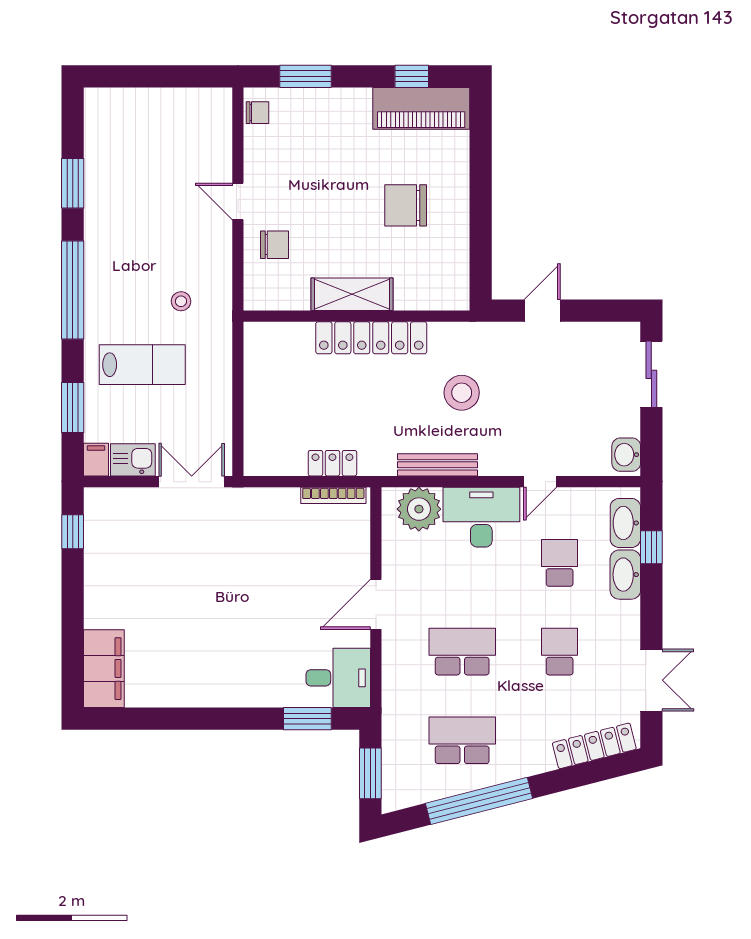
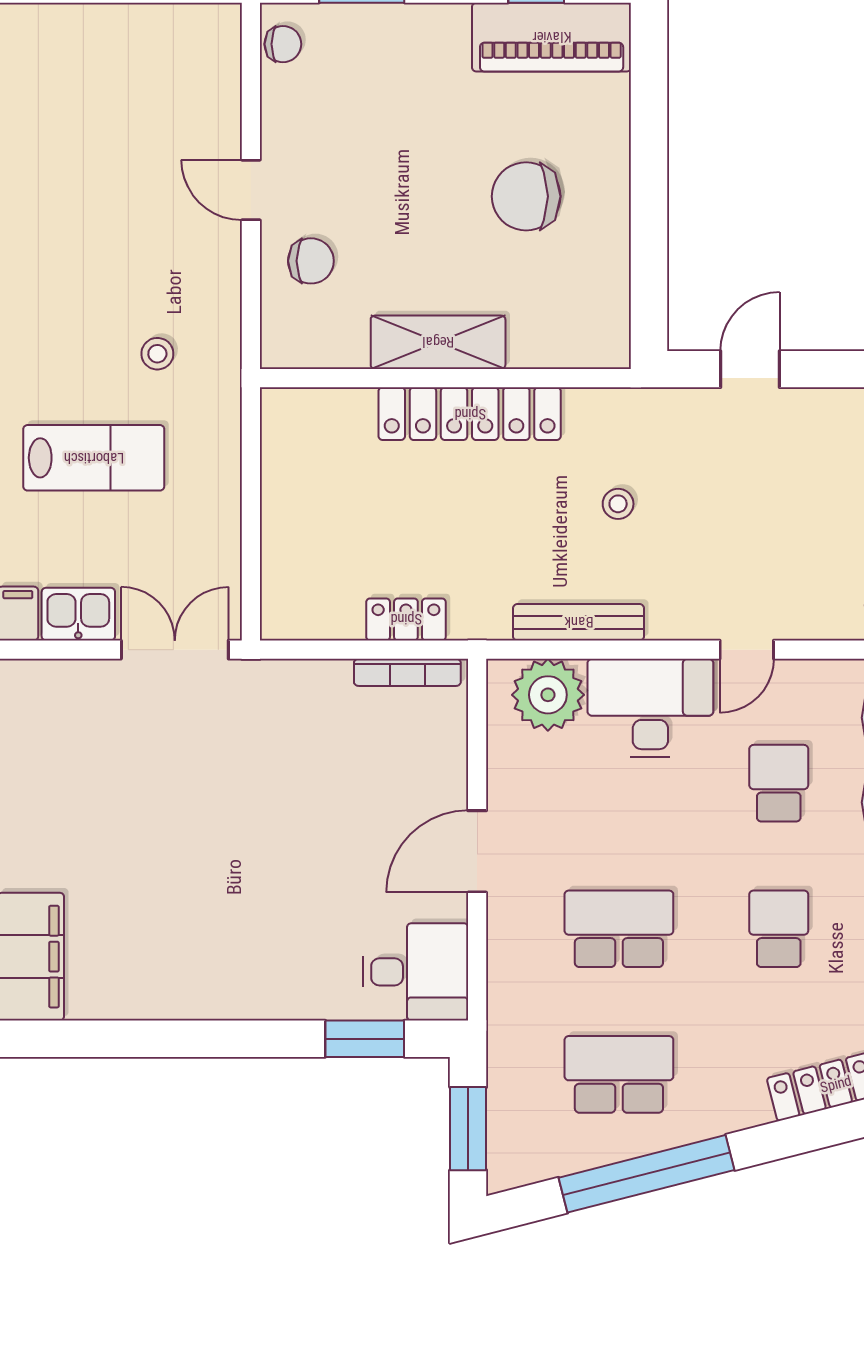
stool: (462, 393) -> (618, 504), width x0.53, depth x0.53

